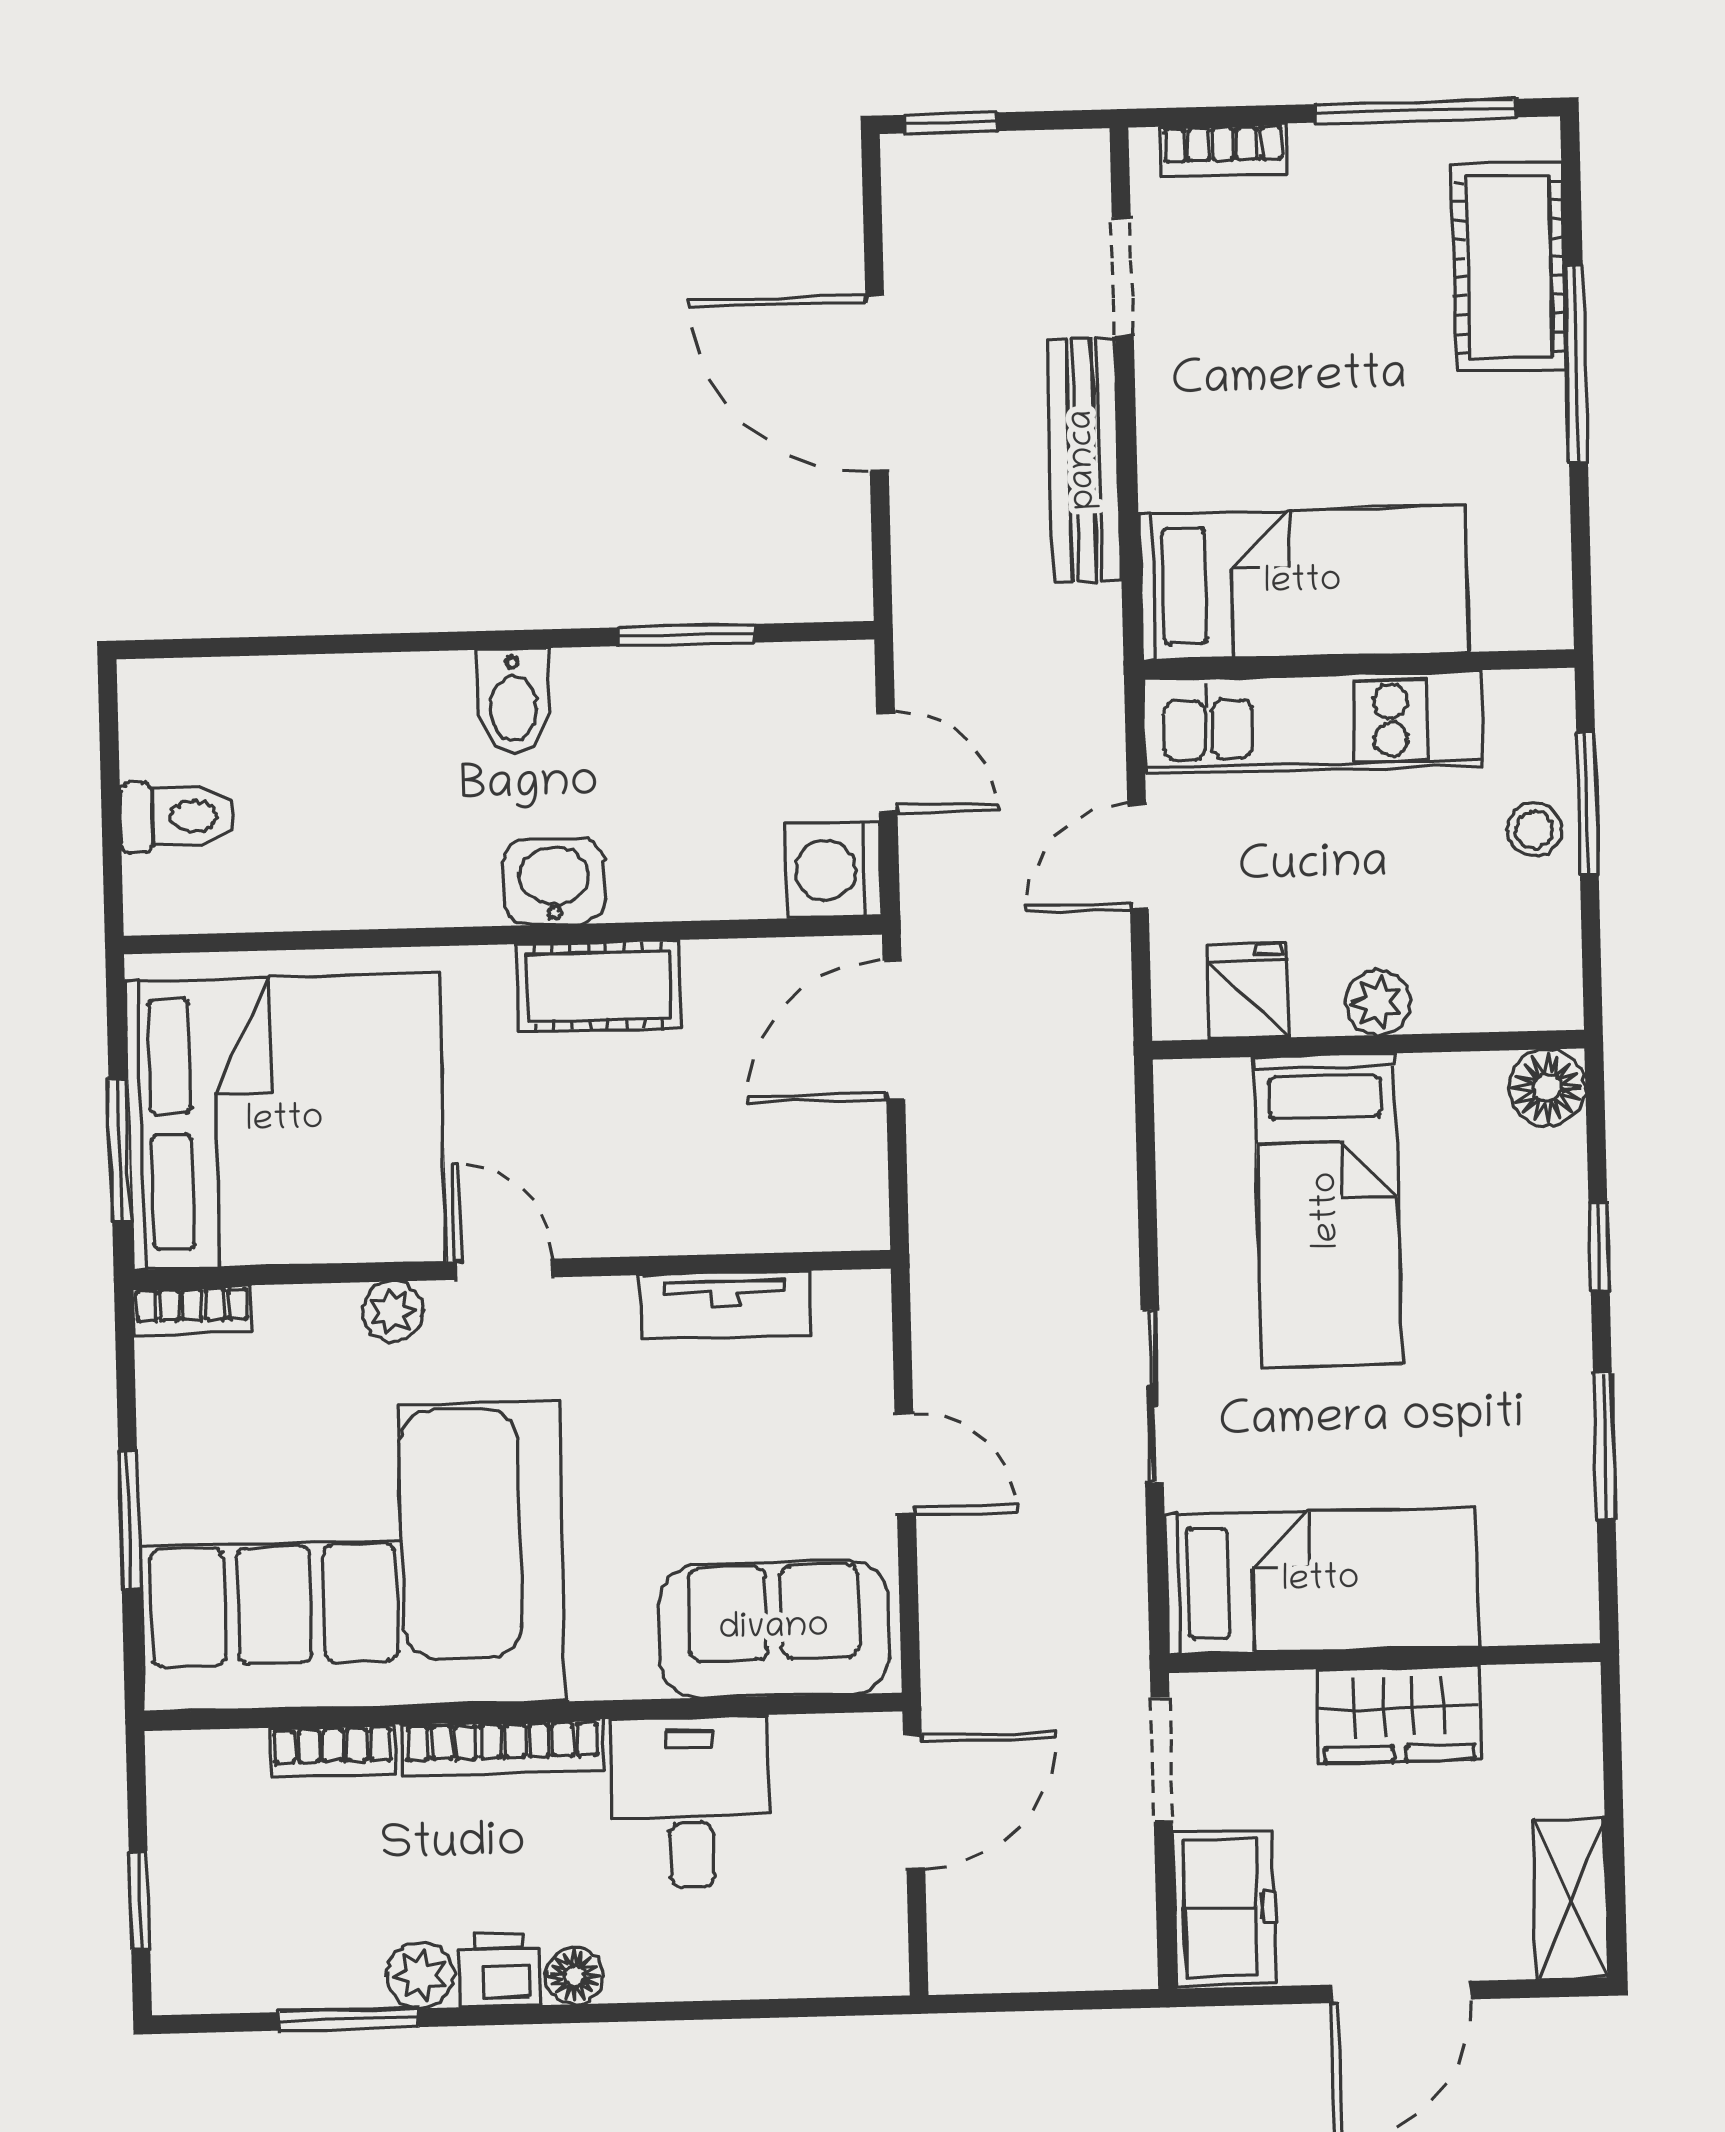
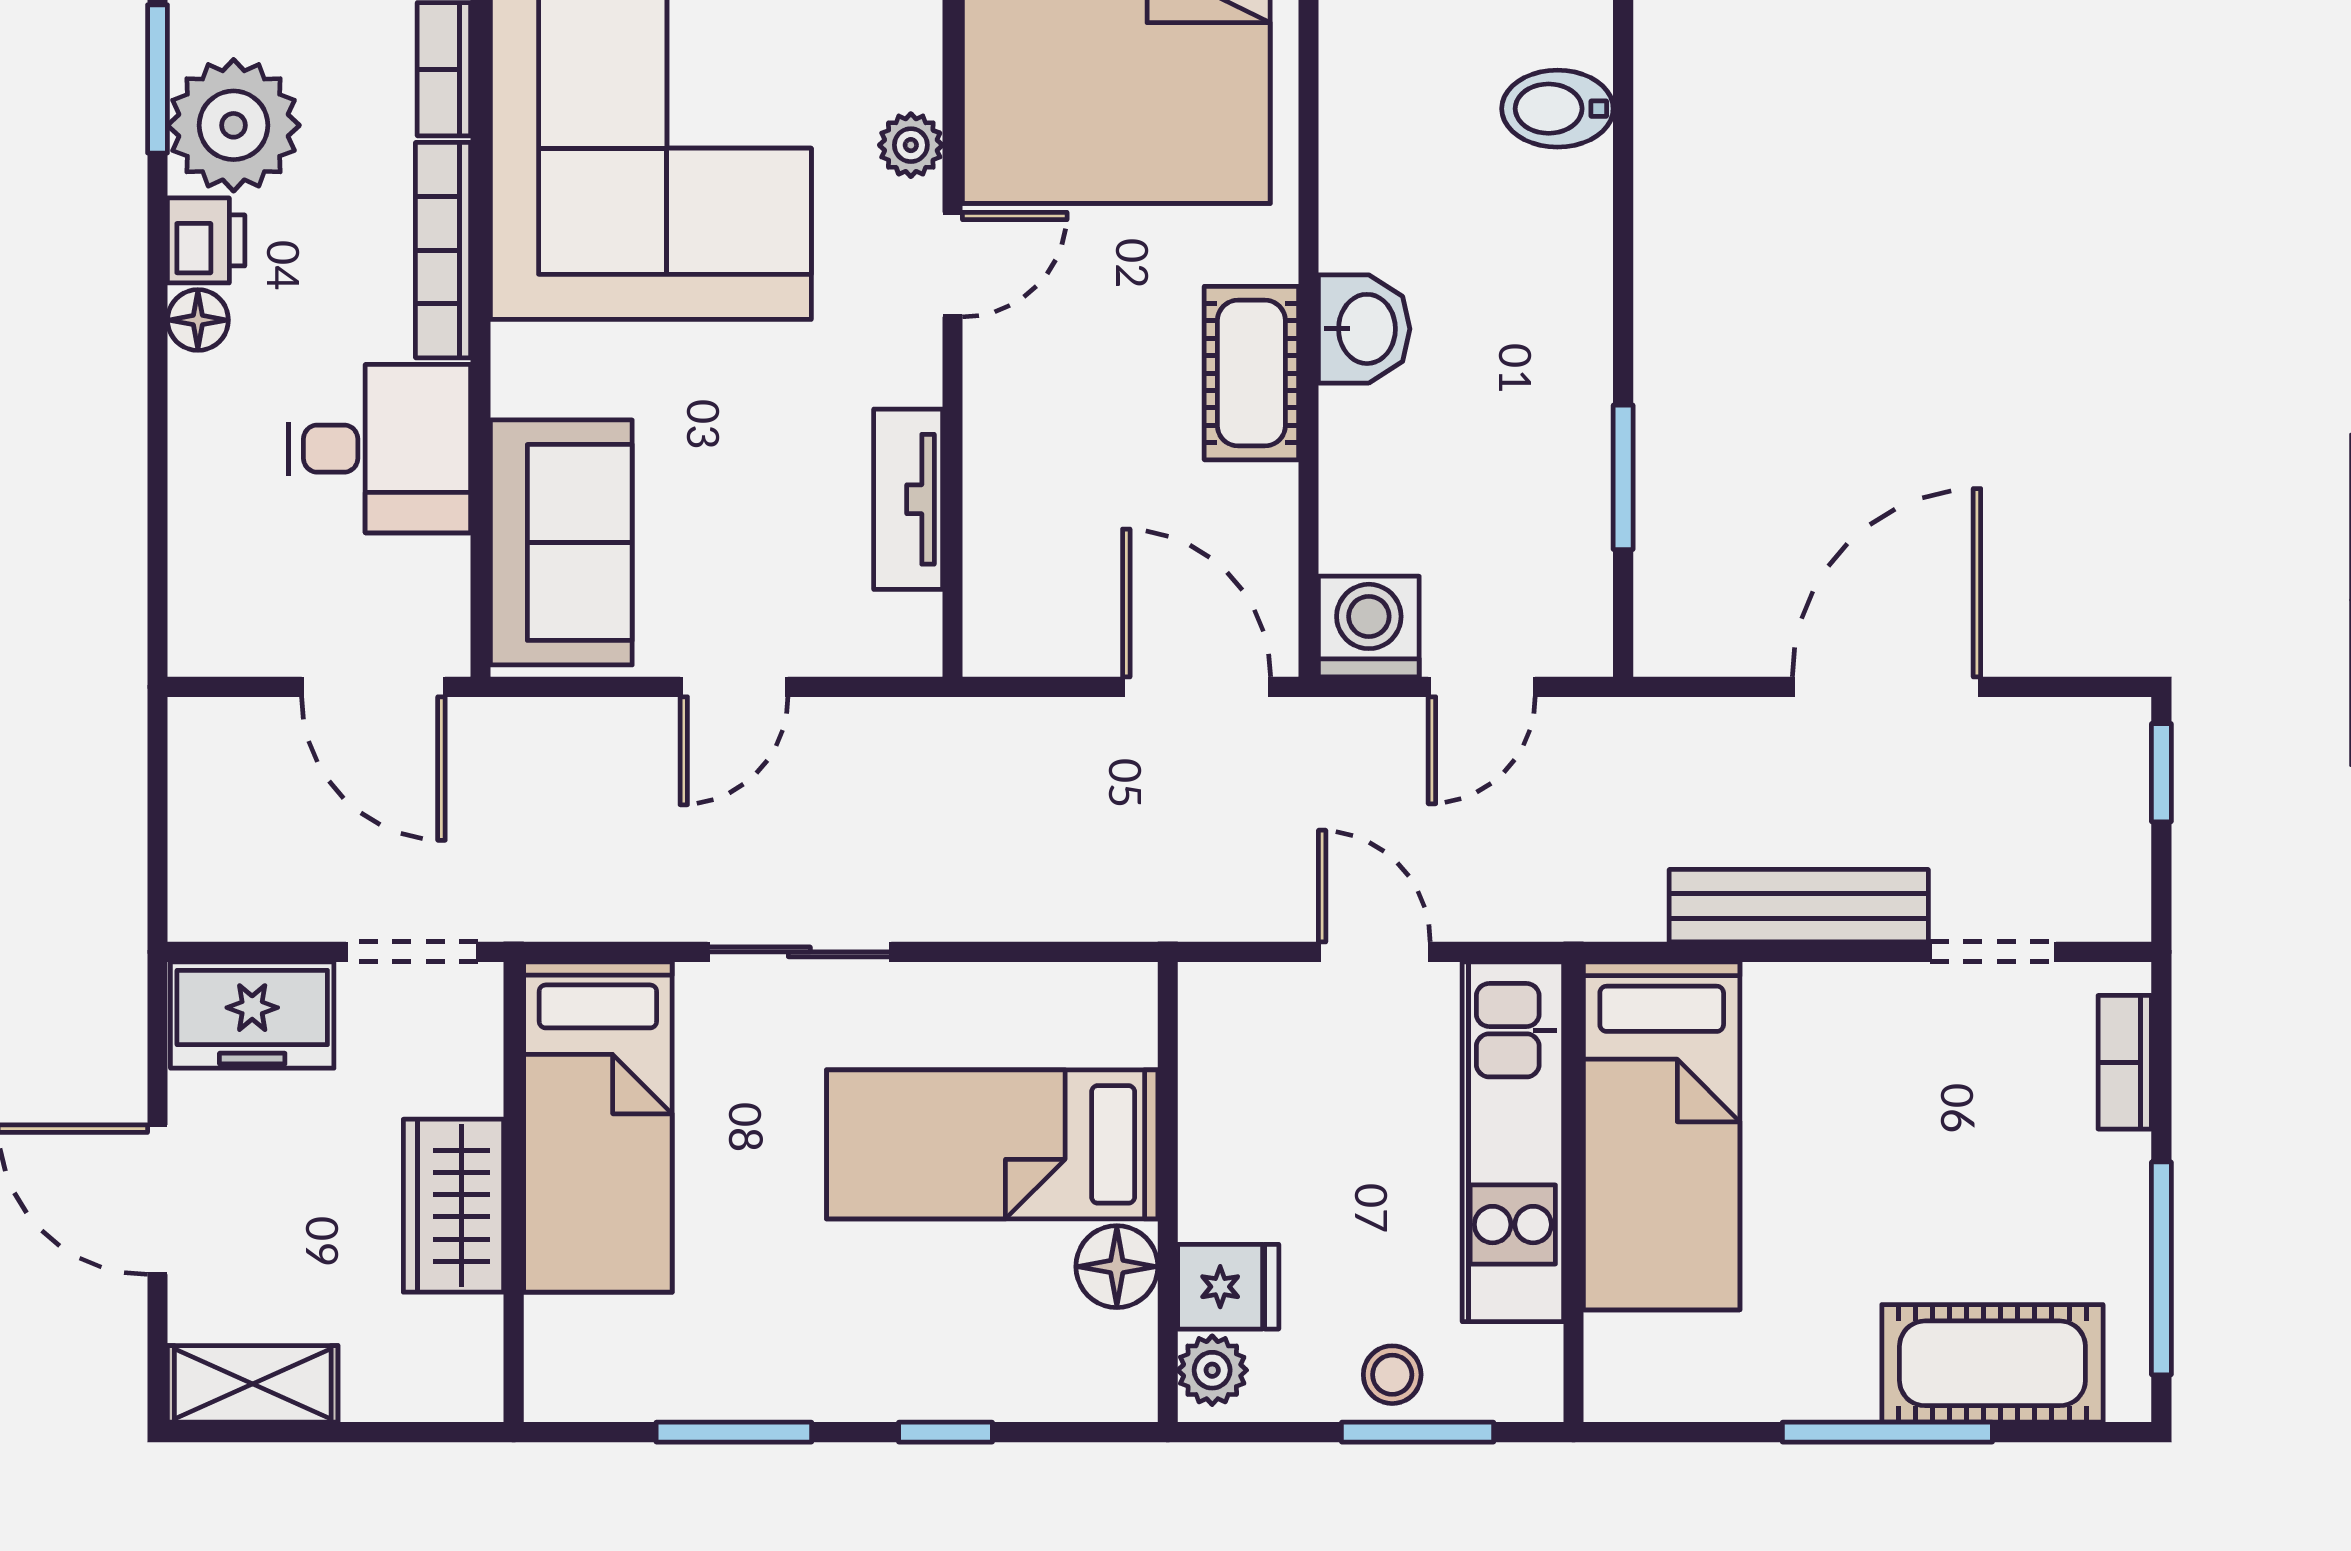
bidet: (513, 701) -> (1557, 109), moved
fridge: (1248, 991) -> (1228, 1287), moved
plant: (1378, 1003) -> (1212, 1370), moved
floor lamp: (1547, 1088) -> (1117, 1267), moved
plant: (420, 1975) -> (234, 125), width x1.88, depth x1.88

